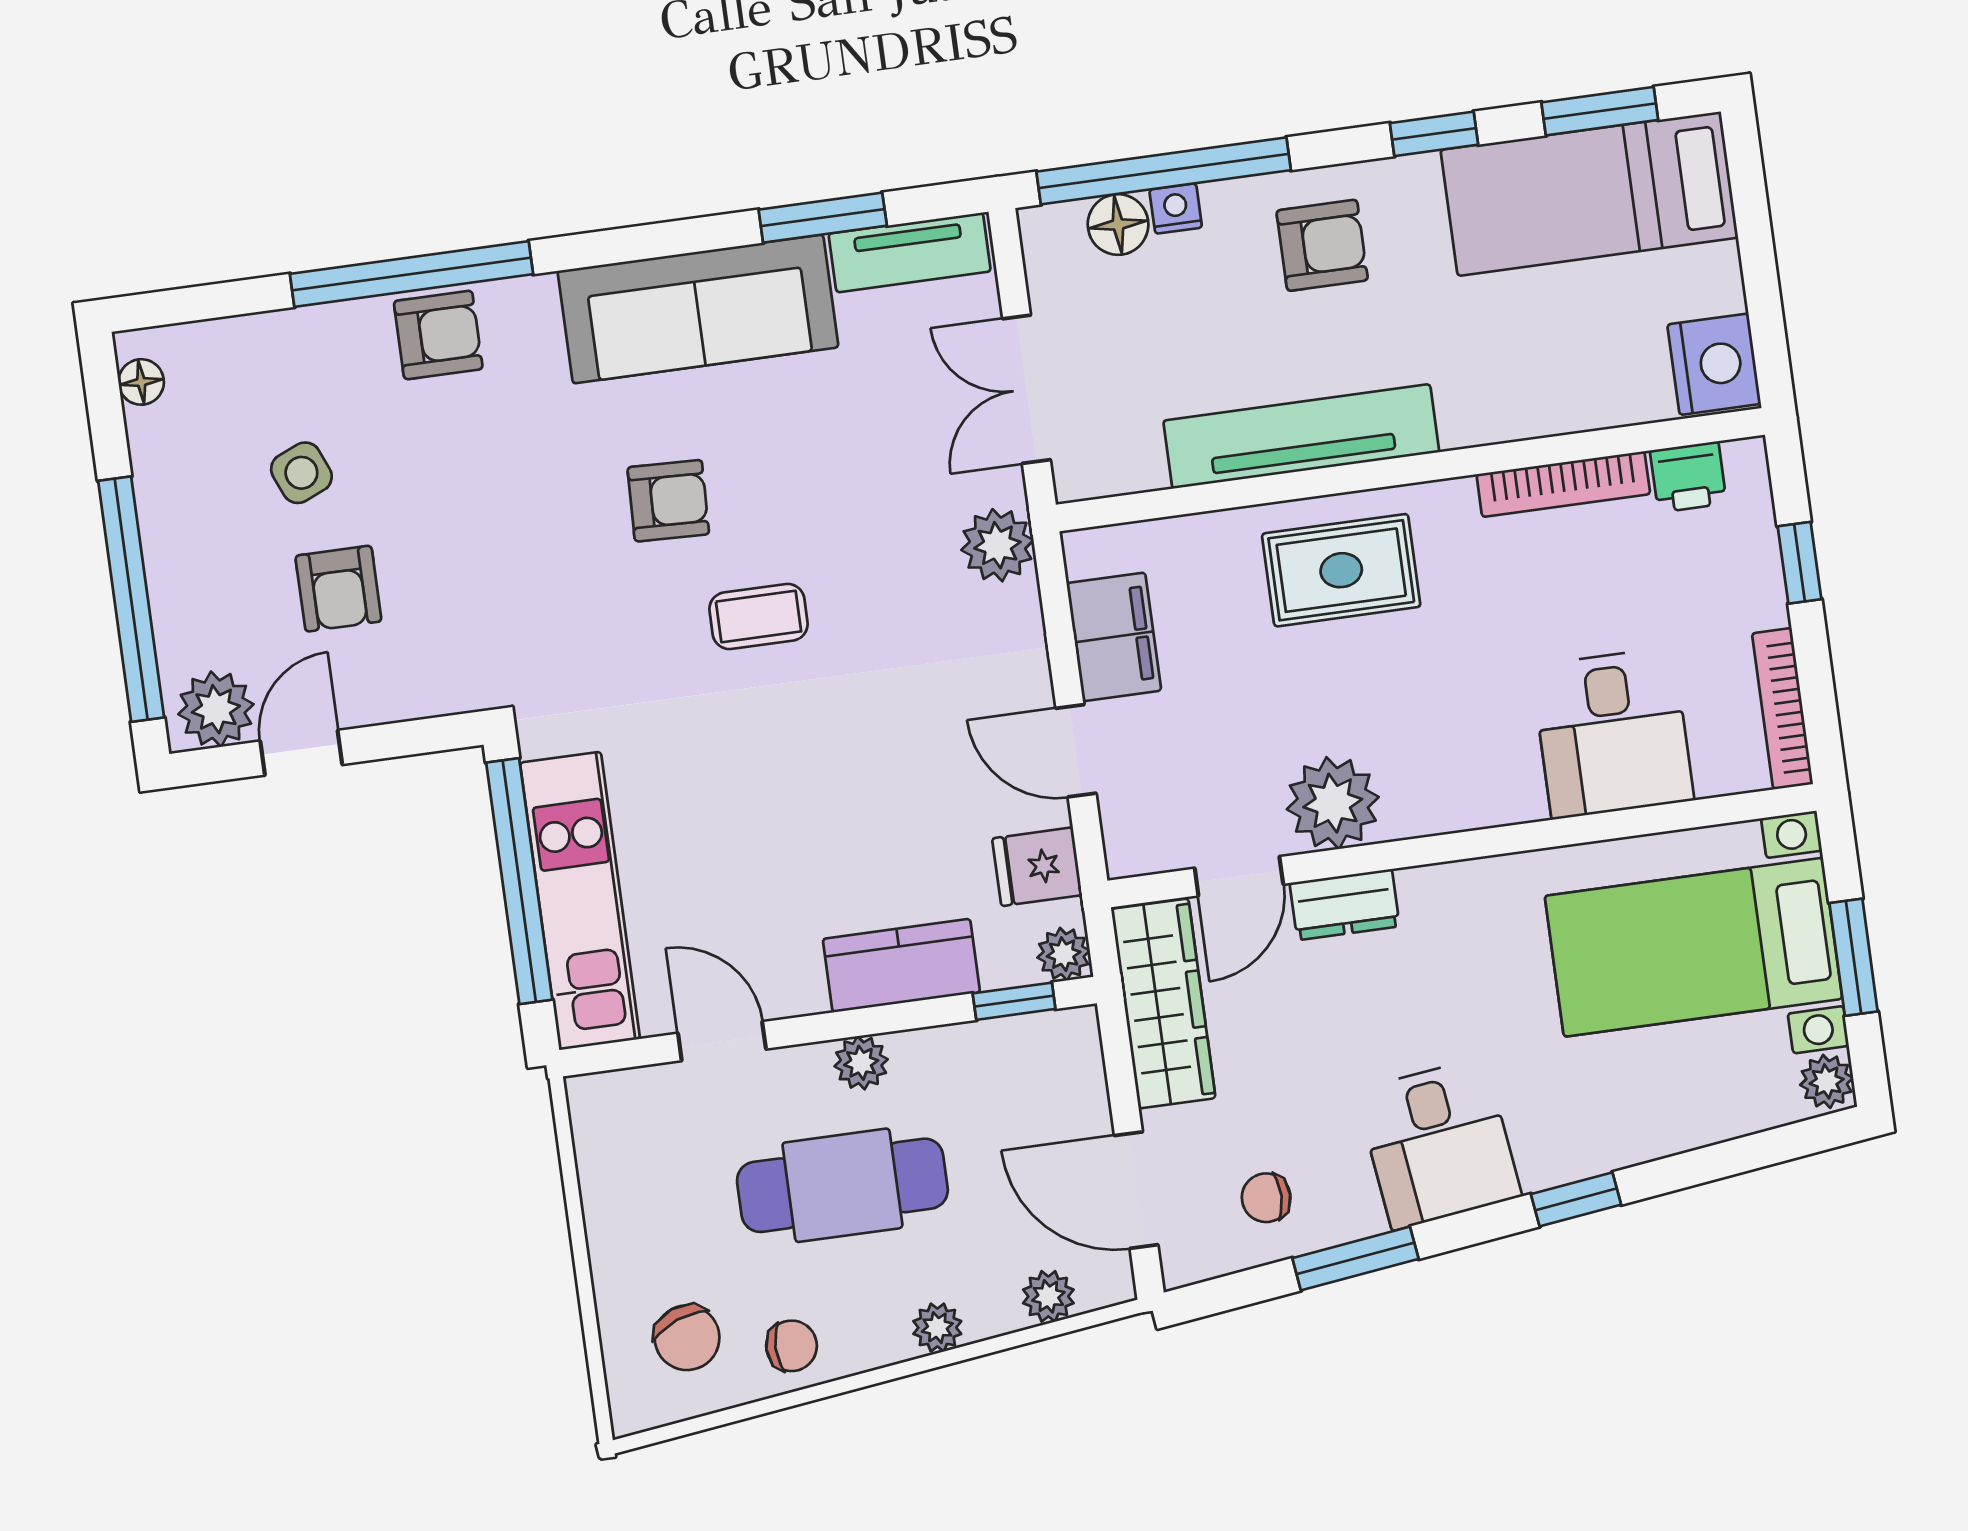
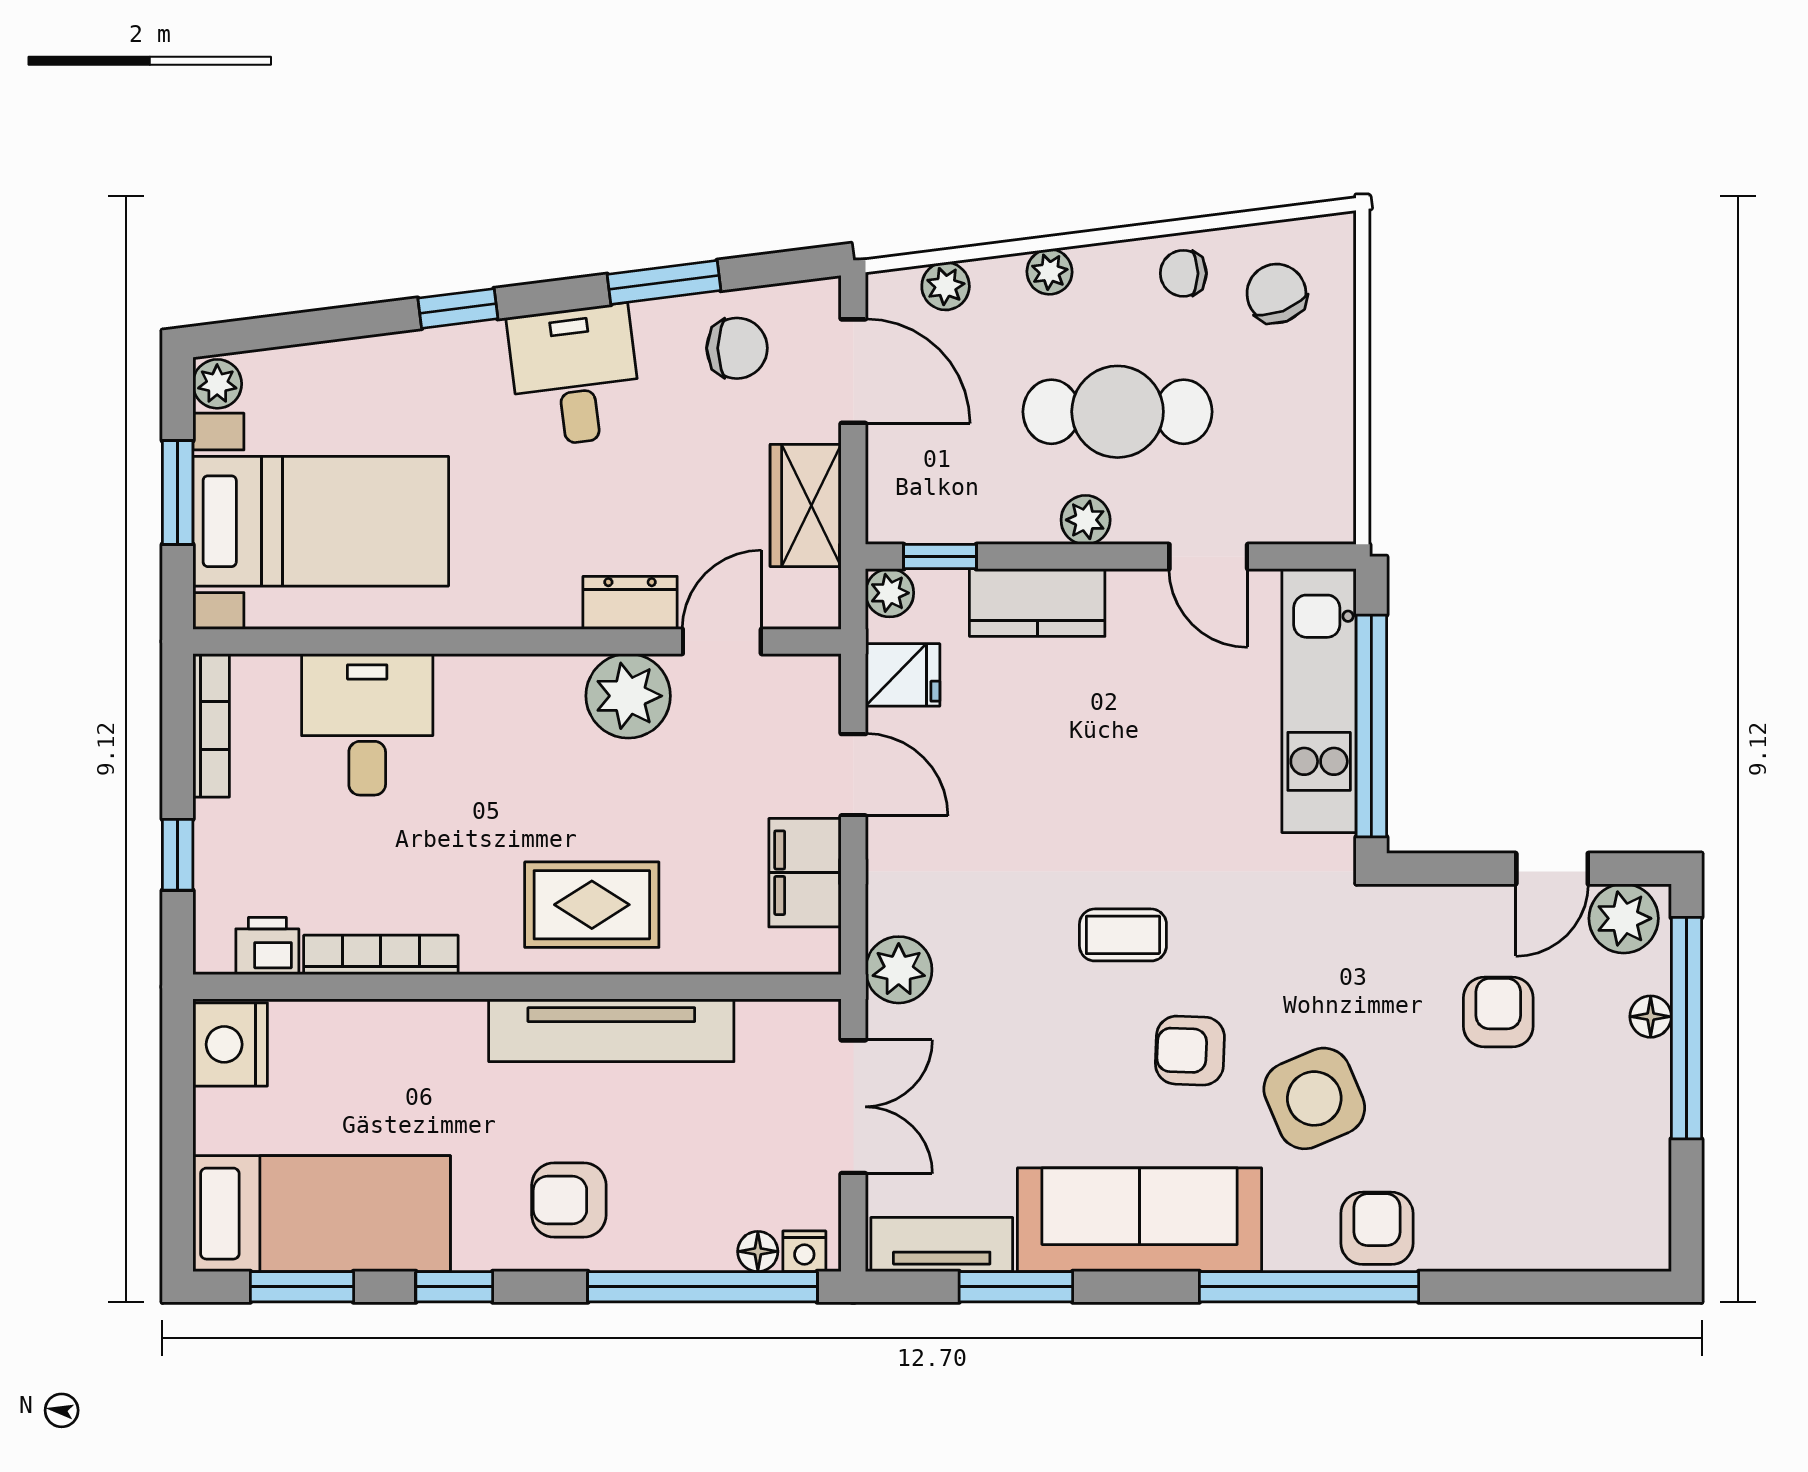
nightstand: (1176, 209) -> (804, 1251), moved
floor lamp: (1118, 225) -> (758, 1251), width x0.73, depth x0.73
window: (411, 274) -> (1309, 1287), moved
armchair: (438, 335) -> (1377, 1228), turned 90
floor lamp: (141, 382) -> (1651, 1017), moved
side table: (301, 473) -> (1314, 1098), moved, width x1.87, depth x1.87
wardrobe: (1163, 1004) -> (806, 505), width x0.67
chair: (1266, 1198) -> (737, 348), width x1.37, depth x1.37

